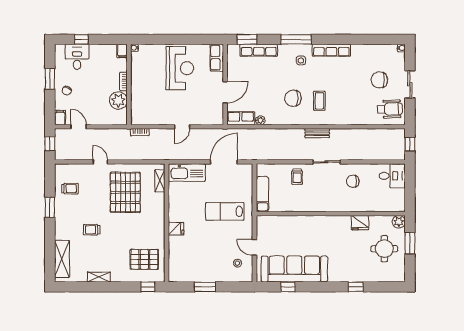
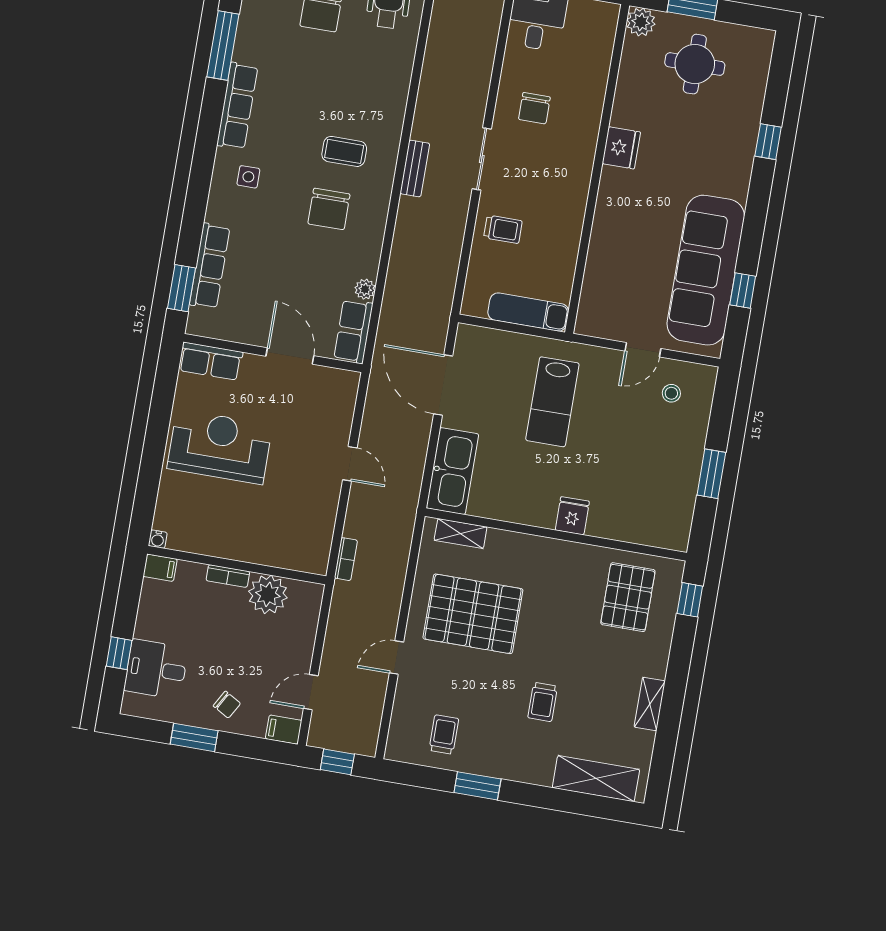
window: (296, 39) -> (223, 46), moved
fridge: (360, 223) -> (621, 148), moved

